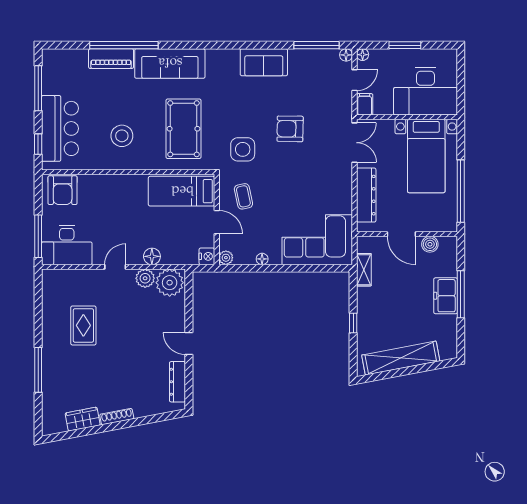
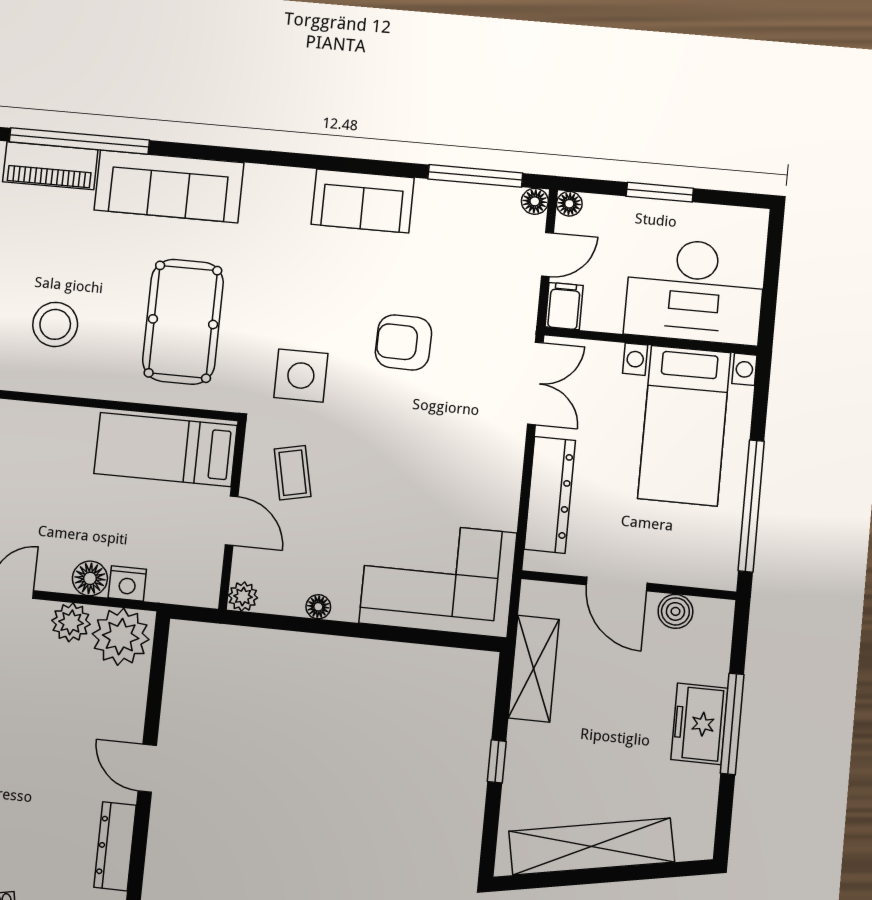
nightstand: (207, 256) -> (127, 583), moved, turned 90
shelving: (364, 270) -> (534, 669), width x1.50, depth x1.33

